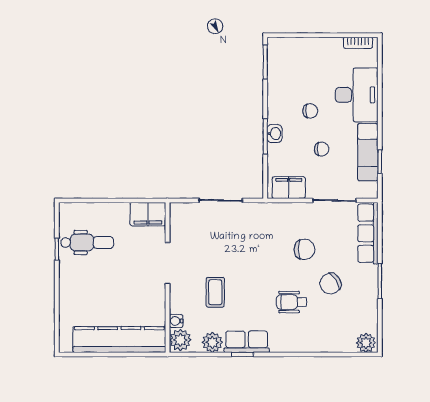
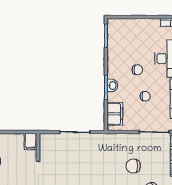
filing cabinet: (289, 188) -> (115, 114), moved, turned 90
filing cabinet: (148, 214) -> (30, 142), width x0.50
chair: (304, 249) -> (133, 166), turned 180

